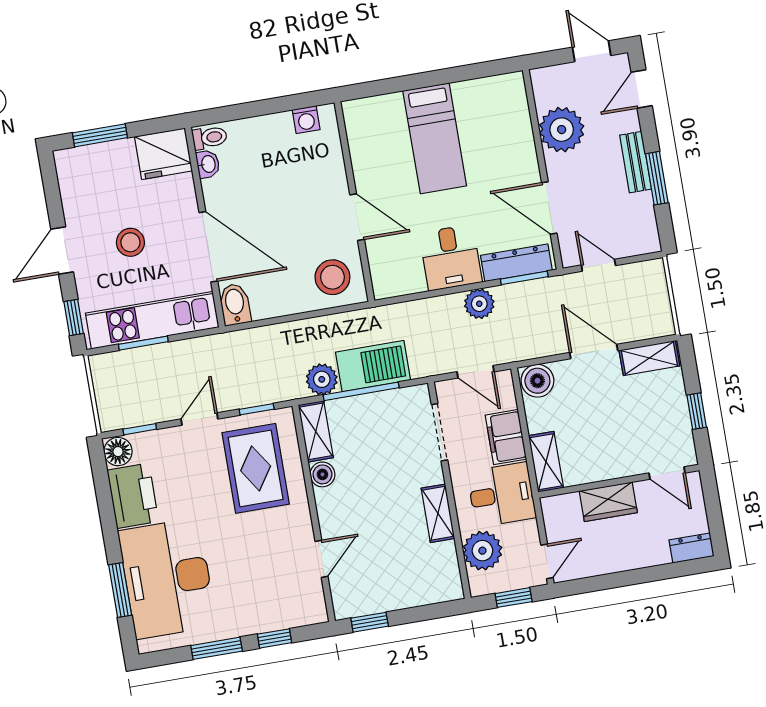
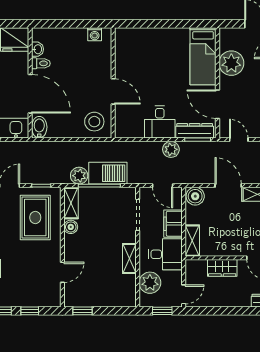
toilet: (210, 138) -> (41, 63), moved
bed: (435, 138) -> (203, 56), moved

